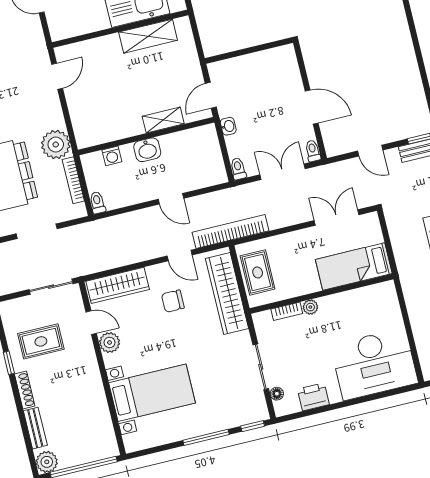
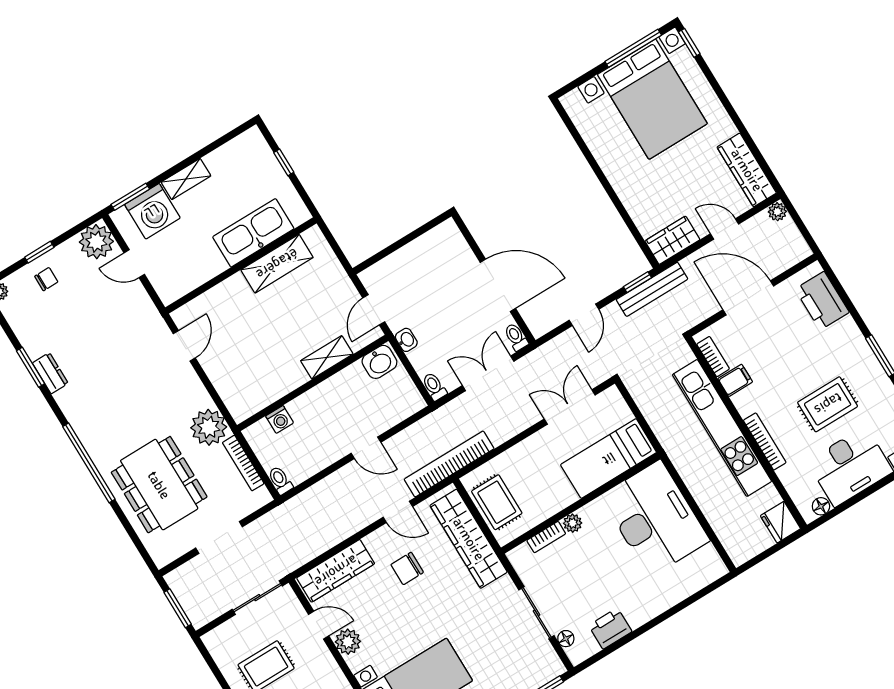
door: (312, 107) -> (498, 285), width x1.36
washbasin: (147, 150) -> (379, 362), moved
door: (370, 151) -> (584, 315), hinge flipped
desk: (374, 364) -> (655, 518), moved, turned -90

